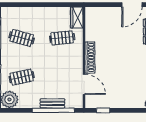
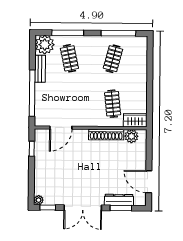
plant: (91, 21) -> (131, 136), added
shoe rack: (90, 58) -> (106, 135), moved
bench: (52, 103) -> (40, 69), moved

